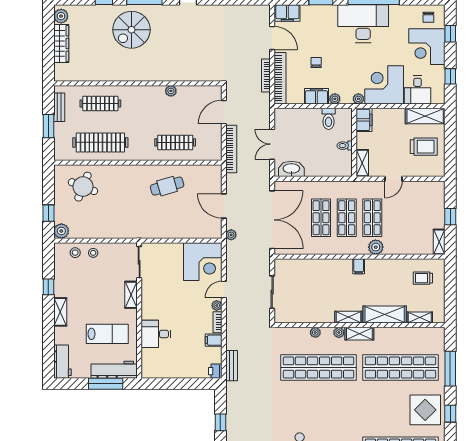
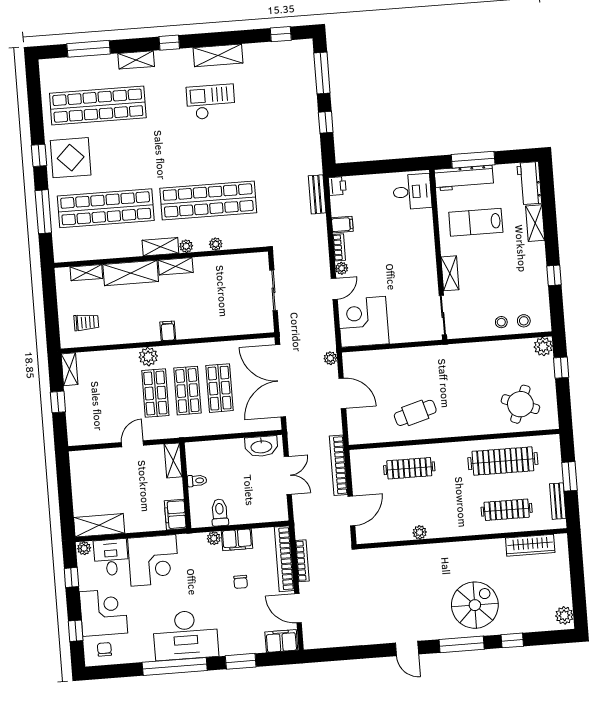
wardrobe: (61, 43) -> (530, 545), moved, turned -90
plant: (358, 99) -> (84, 548), moved
trolley: (424, 147) -> (98, 487), removed
shelving: (60, 312) -> (535, 223), moved
desk: (156, 334) -> (412, 192), moved

